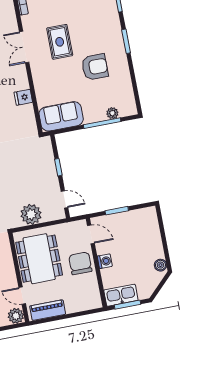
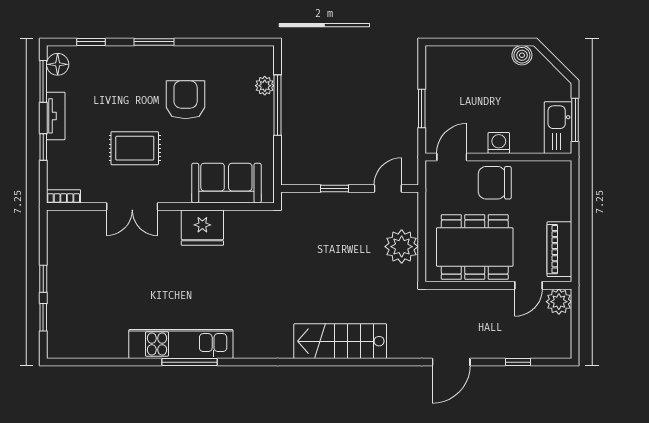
fridge: (23, 97) -> (202, 228), width x1.88, depth x1.34
sofa: (61, 116) -> (226, 183), moved, turned 90

